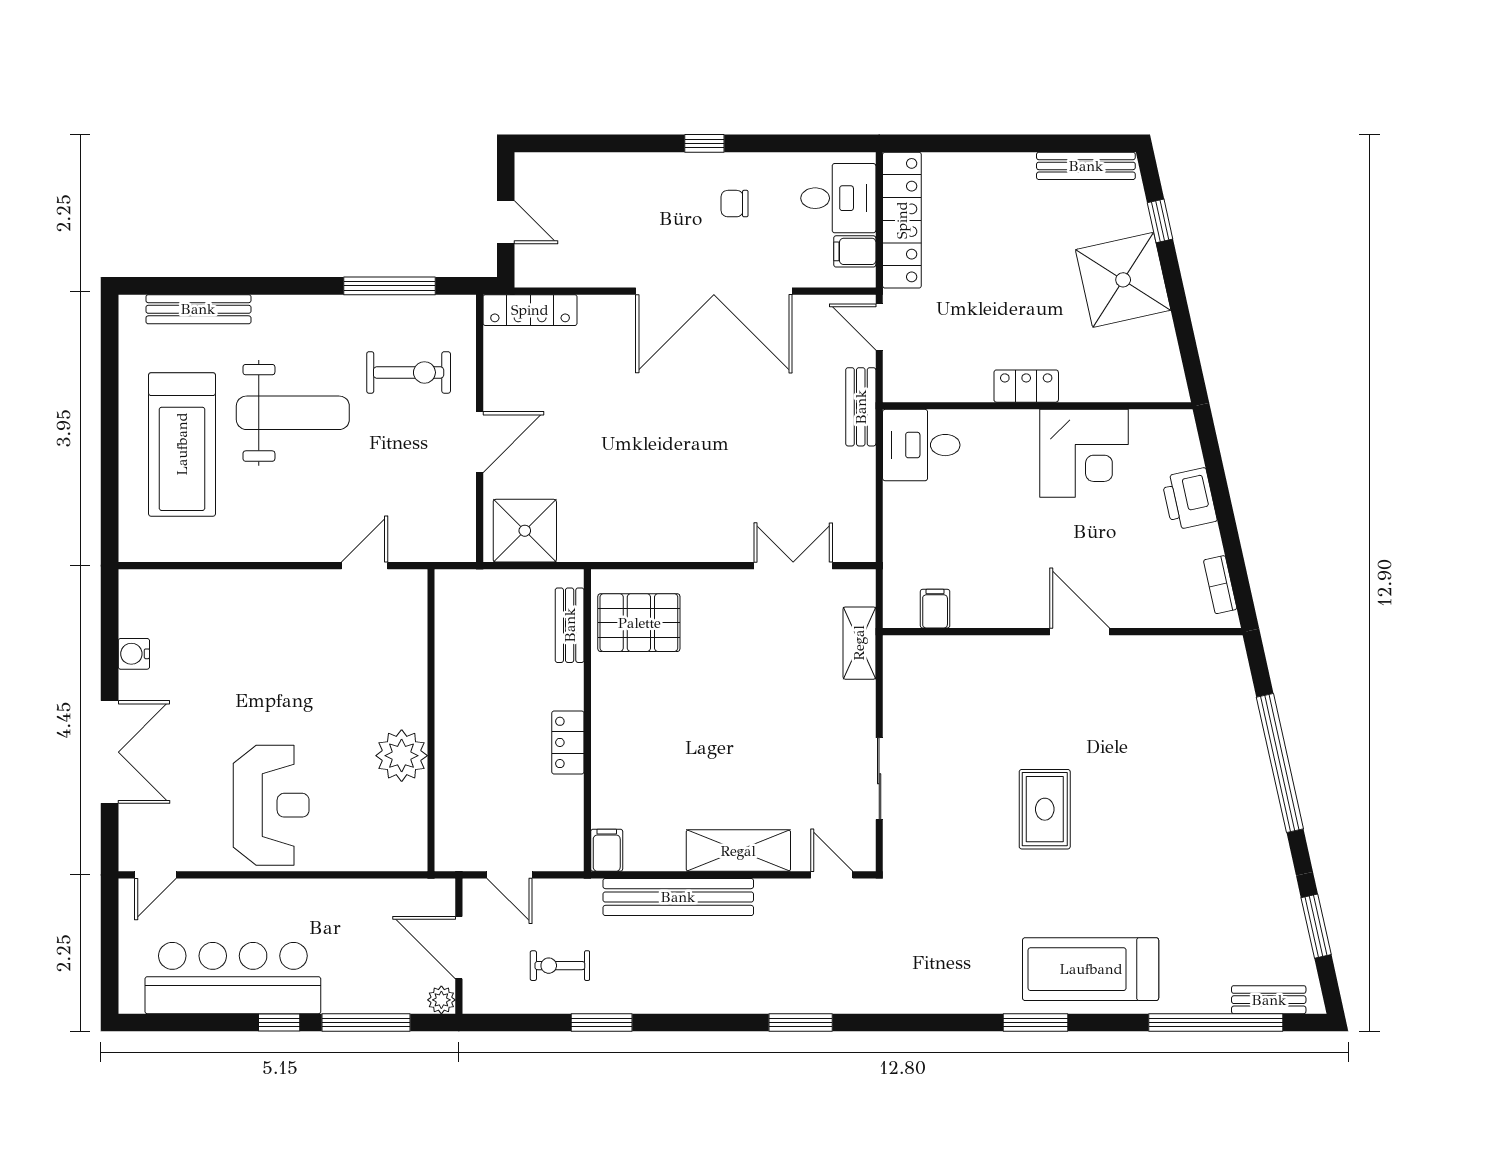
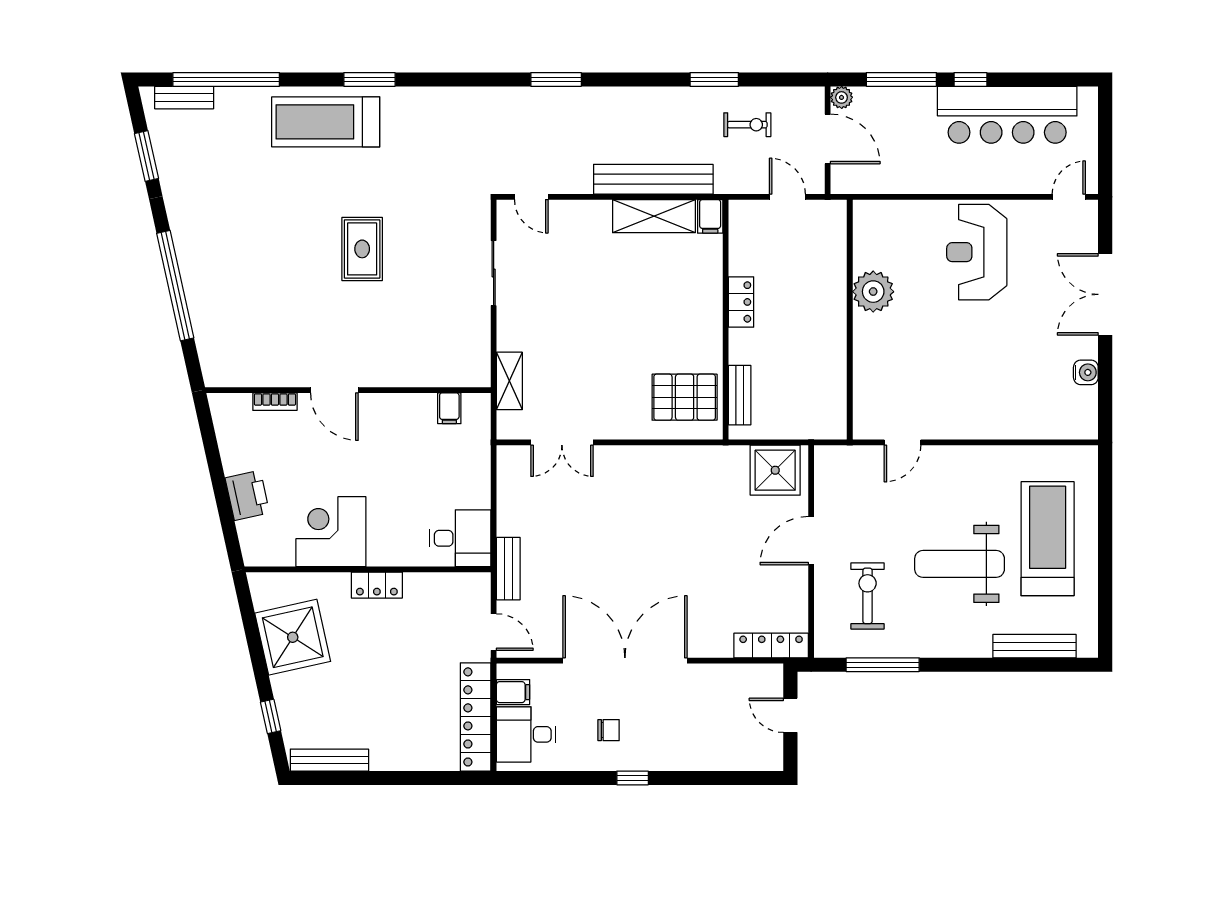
shower: (1123, 280) -> (293, 637), moved
exercise bike: (409, 372) -> (868, 596), turned 90
bookcase: (1220, 585) -> (275, 402), moved, turned 102
shelving: (738, 851) -> (654, 216), moved
treadmill: (1091, 969) -> (326, 122), turned 180

